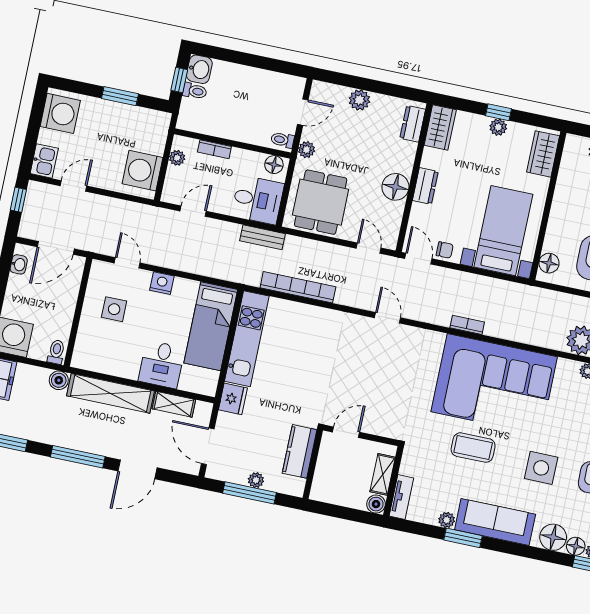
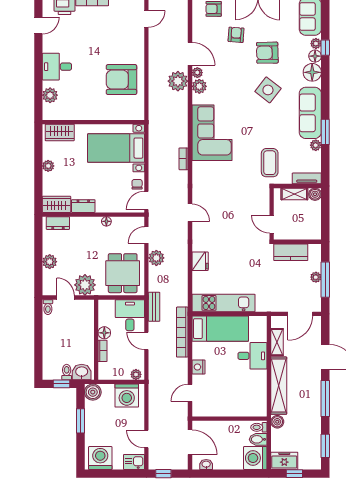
washbasin: (199, 69) -> (82, 372), moved
window: (498, 112) -> (38, 168), removed
boiler: (158, 123) -> (93, 392), added
toilet: (282, 140) -> (48, 307), moved
plant: (306, 150) -> (85, 285), width x1.88, depth x1.88
plant: (177, 158) -> (136, 374), moved
floor lamp: (274, 165) -> (104, 333), moved
dresser: (425, 186) -> (83, 206), moved
floor lamp: (395, 187) -> (106, 221), width x0.53, depth x0.53
dining table: (321, 202) -> (123, 273), turned 90
door: (193, 211) -> (146, 341), moved
plant: (332, 255) -> (156, 258), added
floor lamp: (549, 263) -> (131, 113), removed
bookcase: (298, 287) -> (182, 332), moved
side table: (114, 309) -> (222, 395), removed
door: (387, 318) -> (190, 213), swing flipped
bidet: (39, 347) -> (258, 439), added
plant: (567, 370) -> (199, 86), added
corner sofa: (494, 384) -> (212, 133), width x0.73, depth x0.74
fridge: (233, 399) -> (200, 261), moved, turned 90
coffee table: (473, 448) -> (270, 163), moved
side table: (541, 468) -> (268, 90), turned 38

